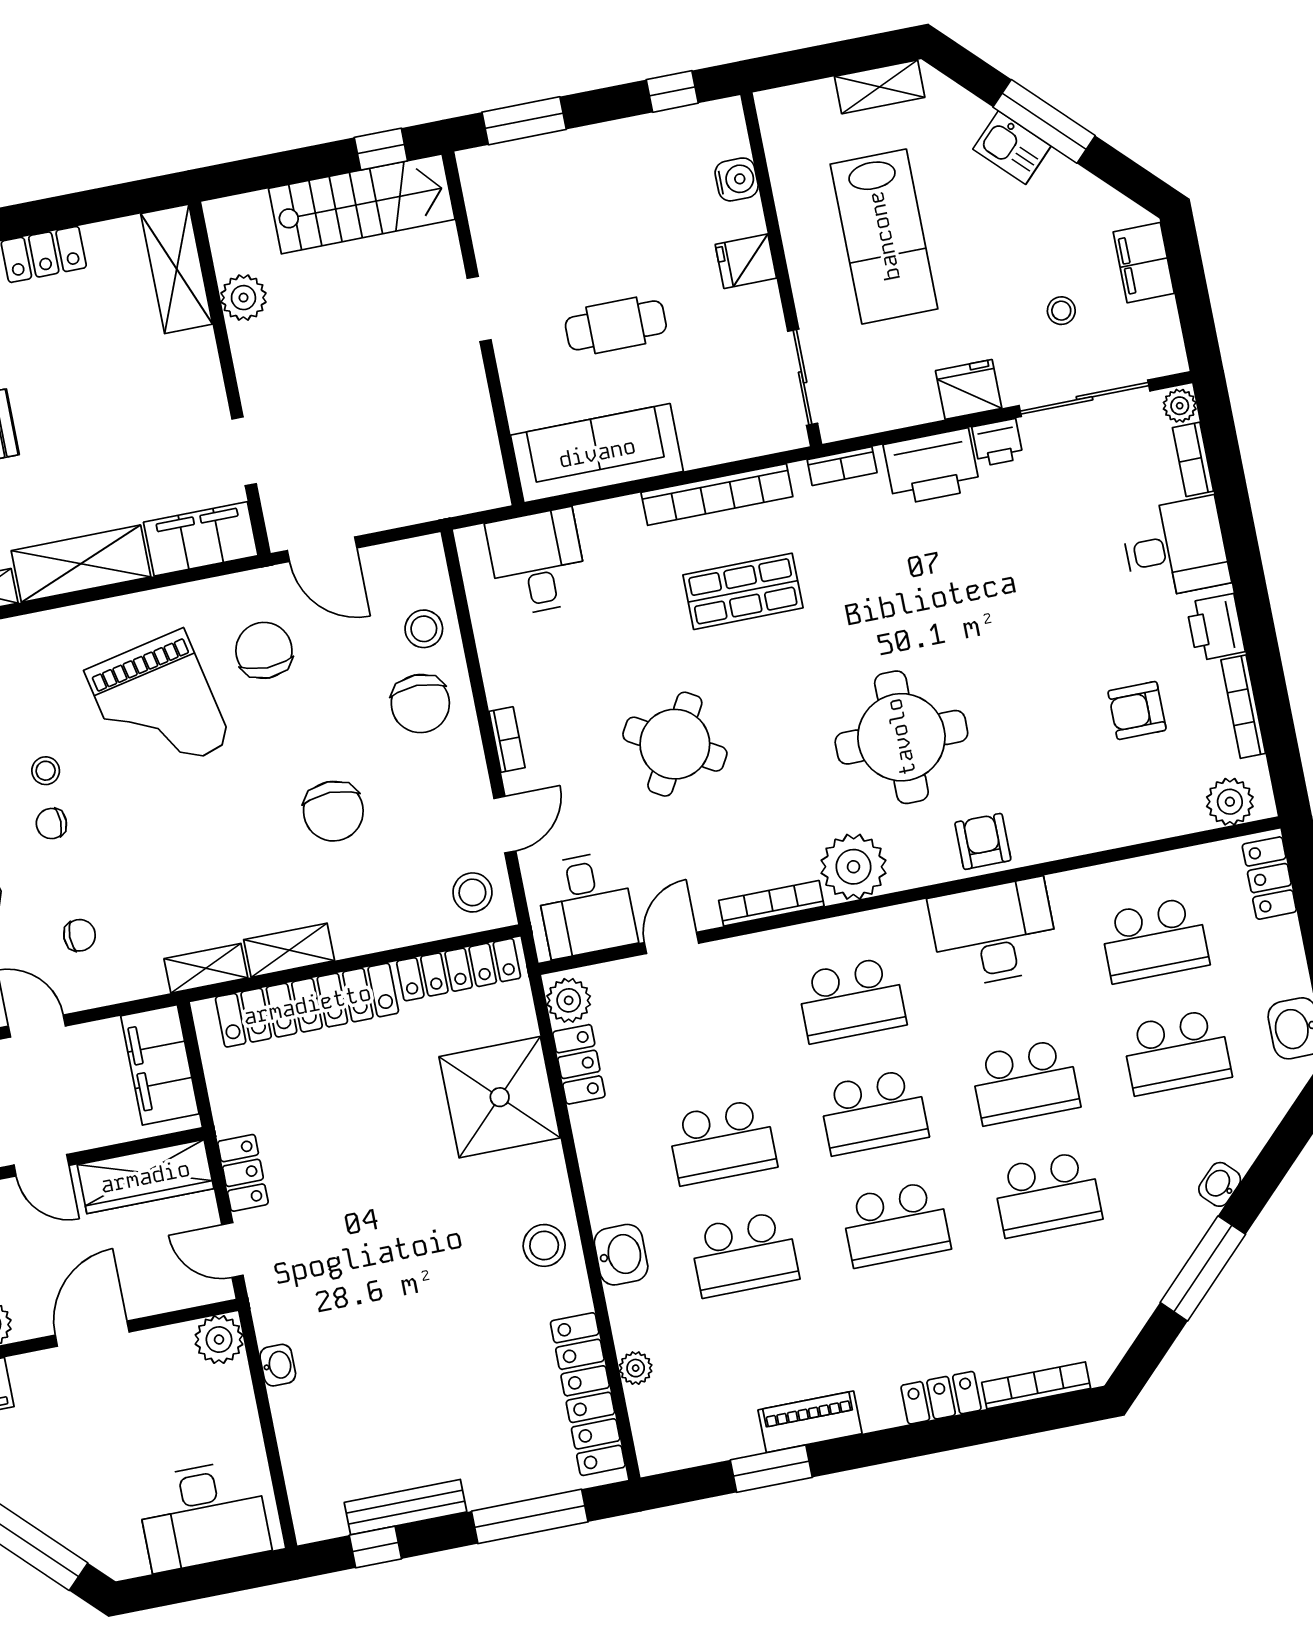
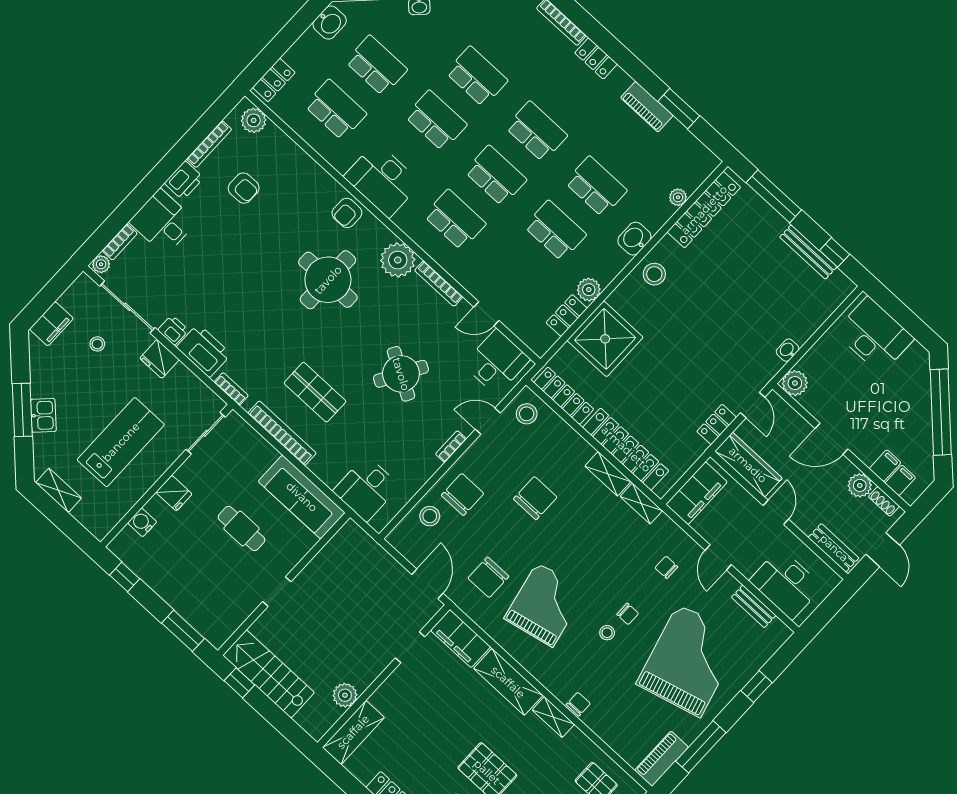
plant: (569, 1000) -> (589, 290), moved

